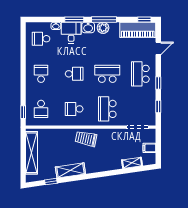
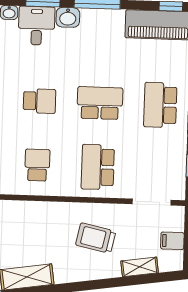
plant: (103, 28) -> (95, 19), removed
school desk: (74, 109) -> (37, 165), turned 90
trolley: (86, 139) -> (96, 238), moved

